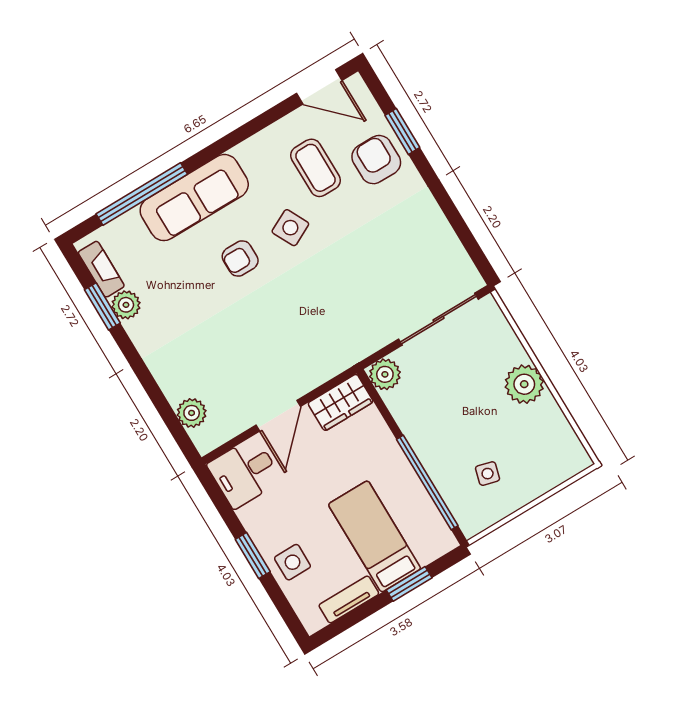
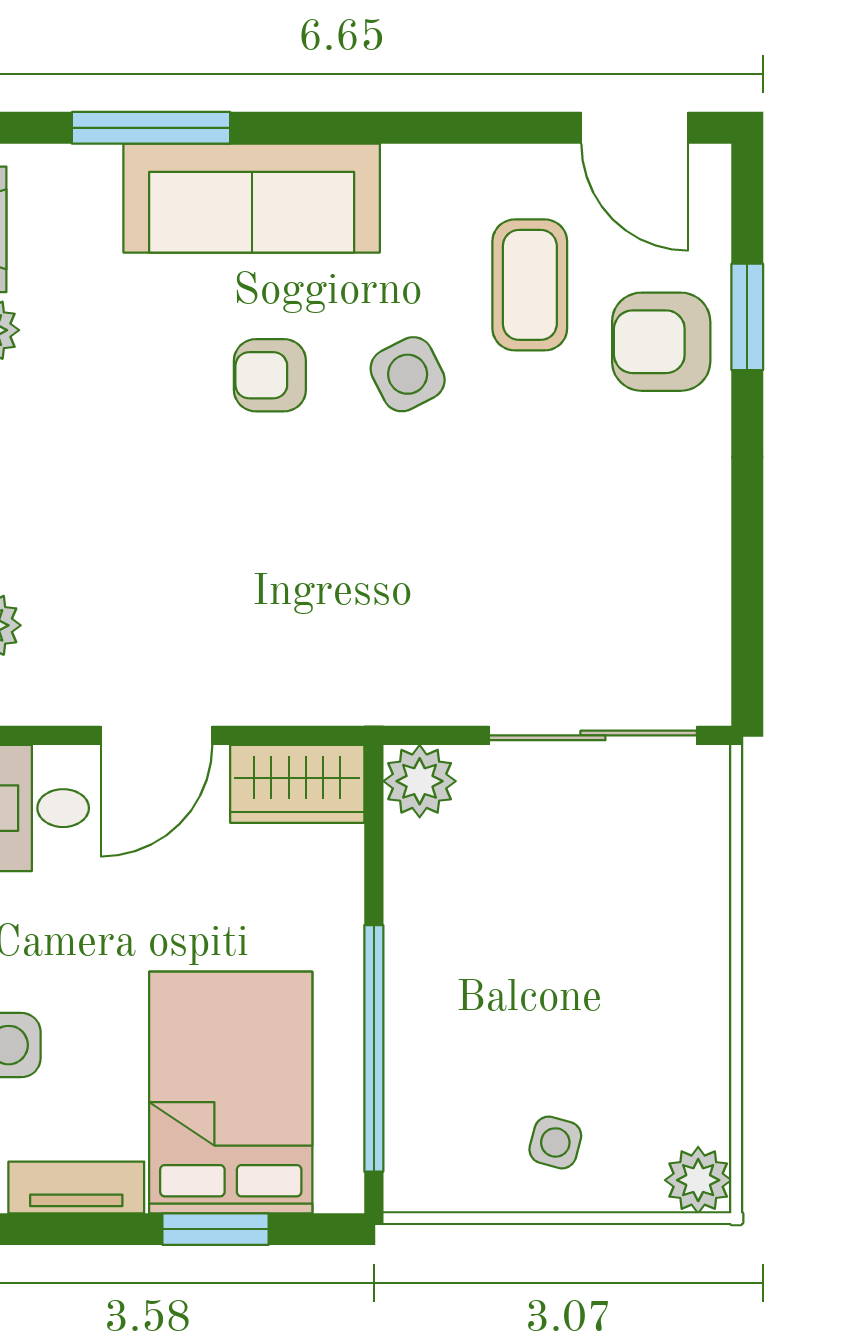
armchair: (376, 160) -> (661, 342), turned -90
window: (142, 194) -> (151, 128), width x0.68
plant: (524, 384) -> (698, 1180), moved, width x0.73, depth x0.73
side table: (488, 474) -> (555, 1142), moved
bed: (375, 536) -> (231, 1093), width x1.50

